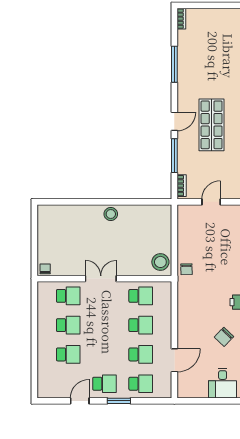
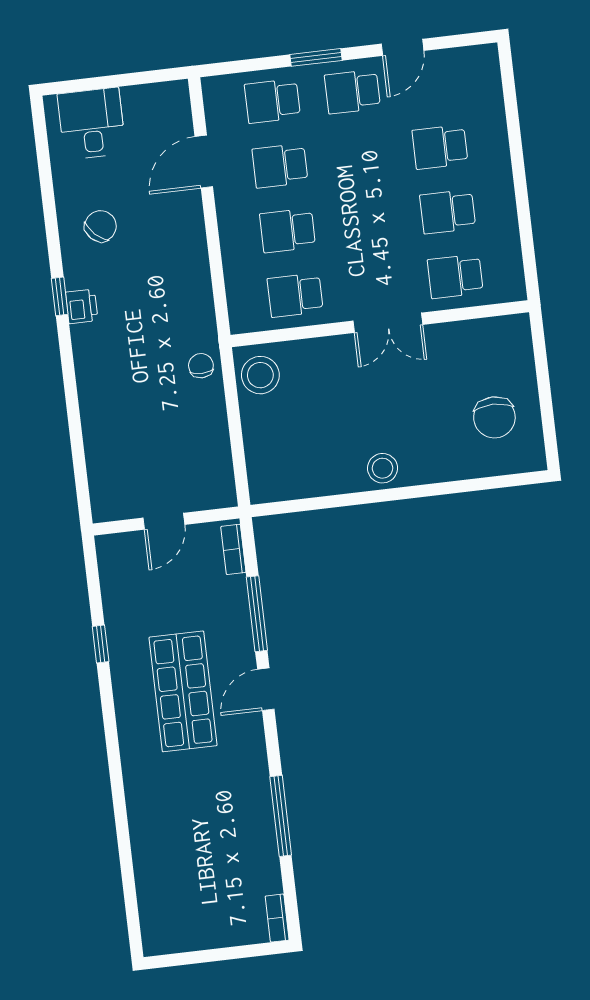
chair: (45, 269) -> (494, 417), moved, width x1.87, depth x1.87

